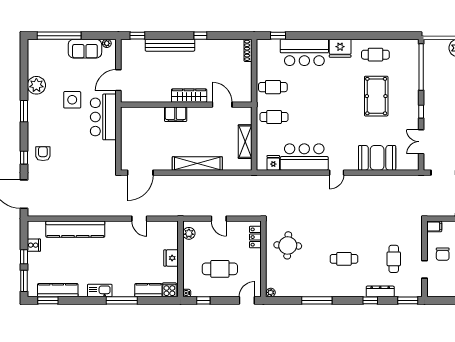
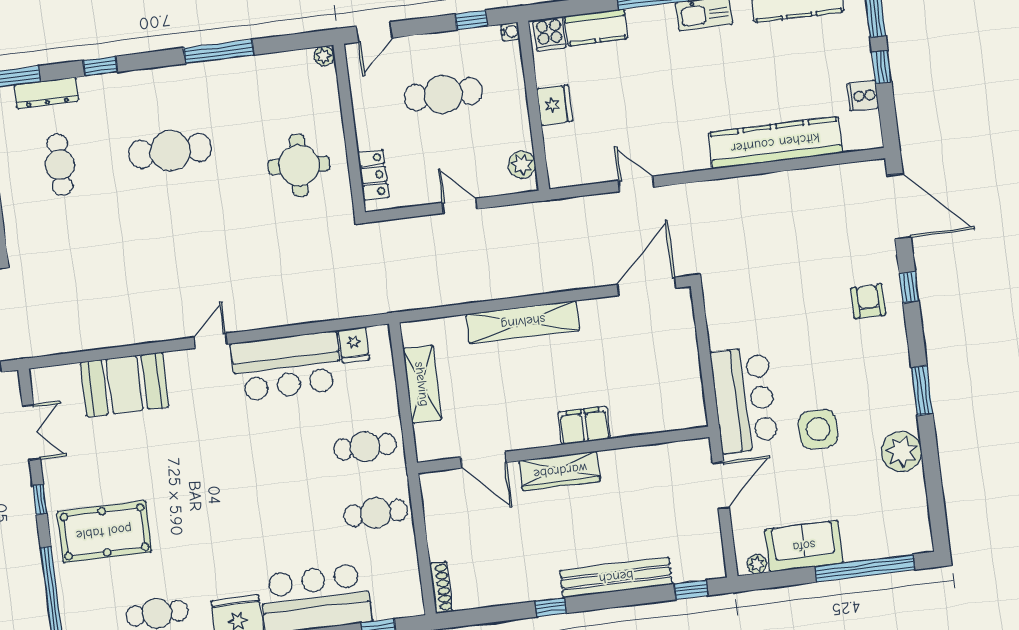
pool table: (376, 96) -> (104, 532), moved, turned 90
armchair: (43, 154) -> (868, 301), turned 180
cafe table: (344, 259) -> (170, 151), width x1.37, depth x1.35
dresser: (380, 291) -> (46, 93), moved

